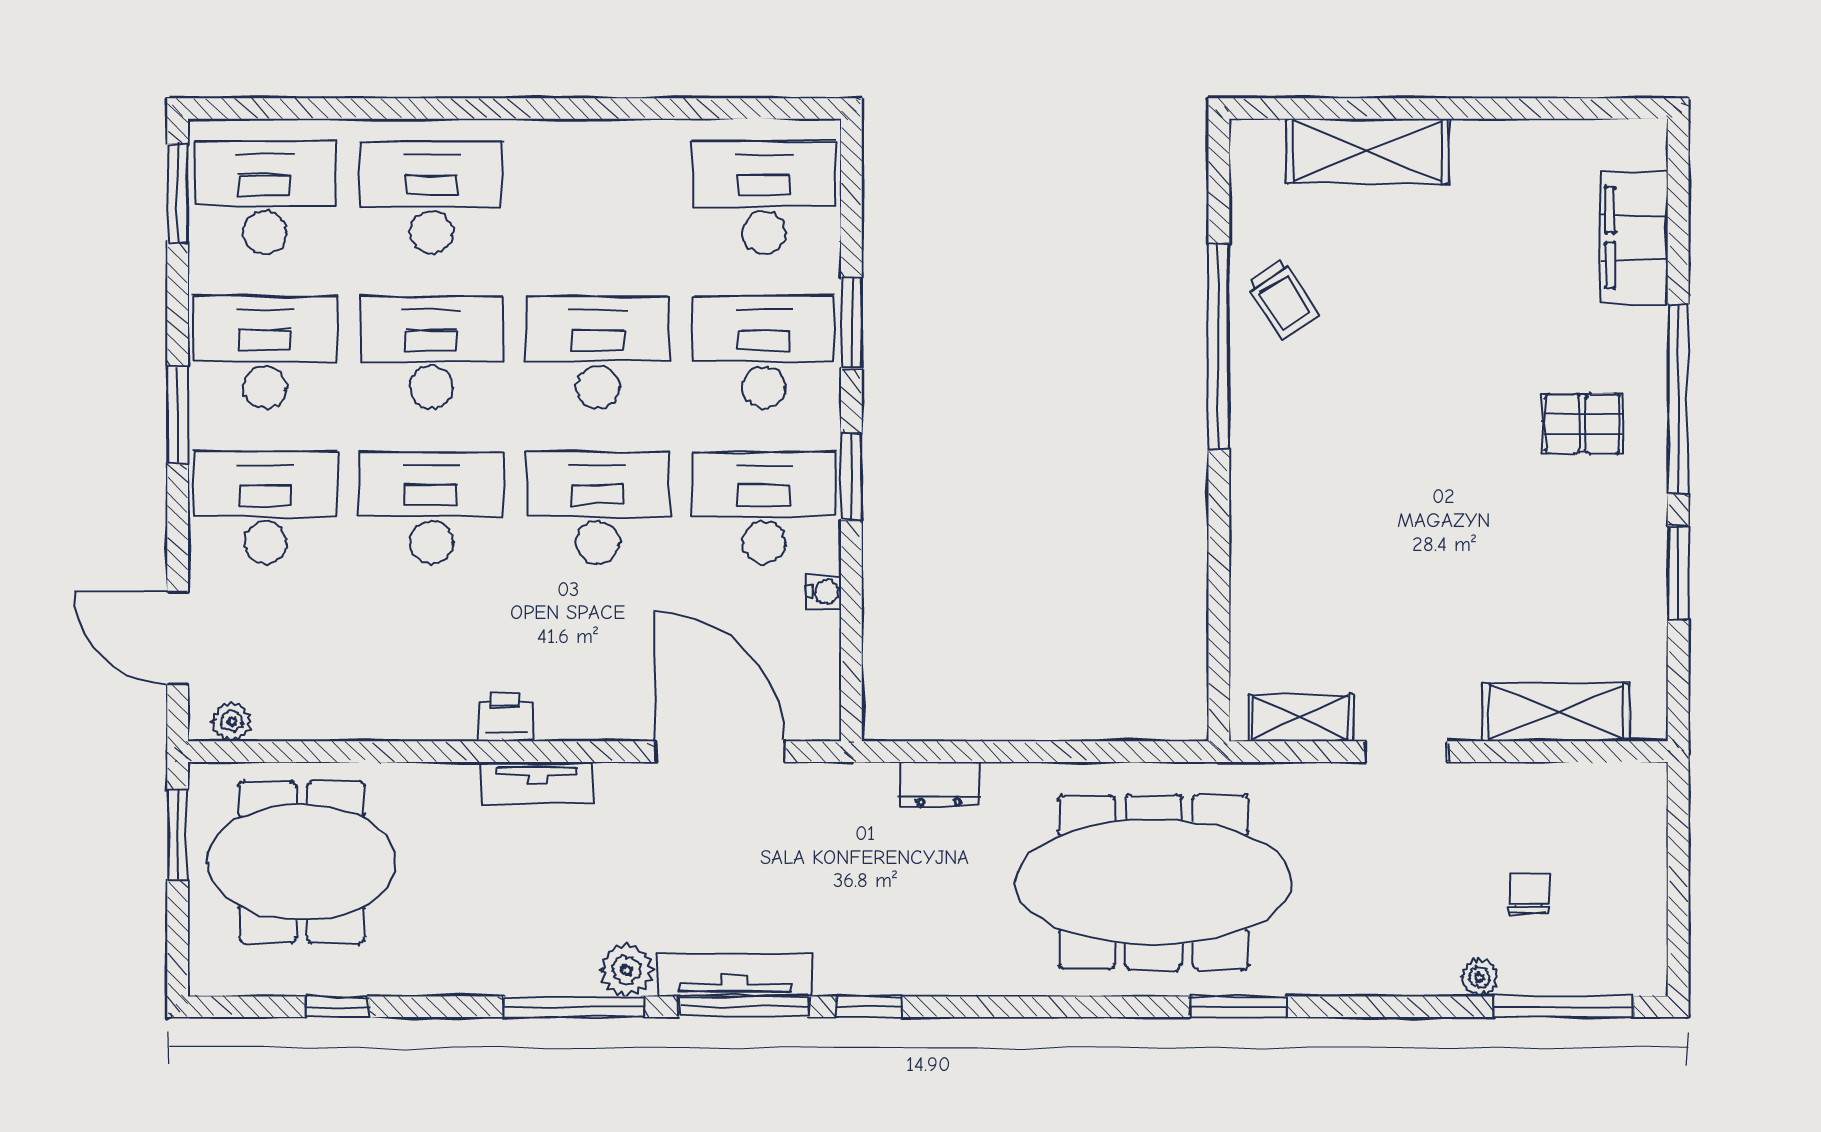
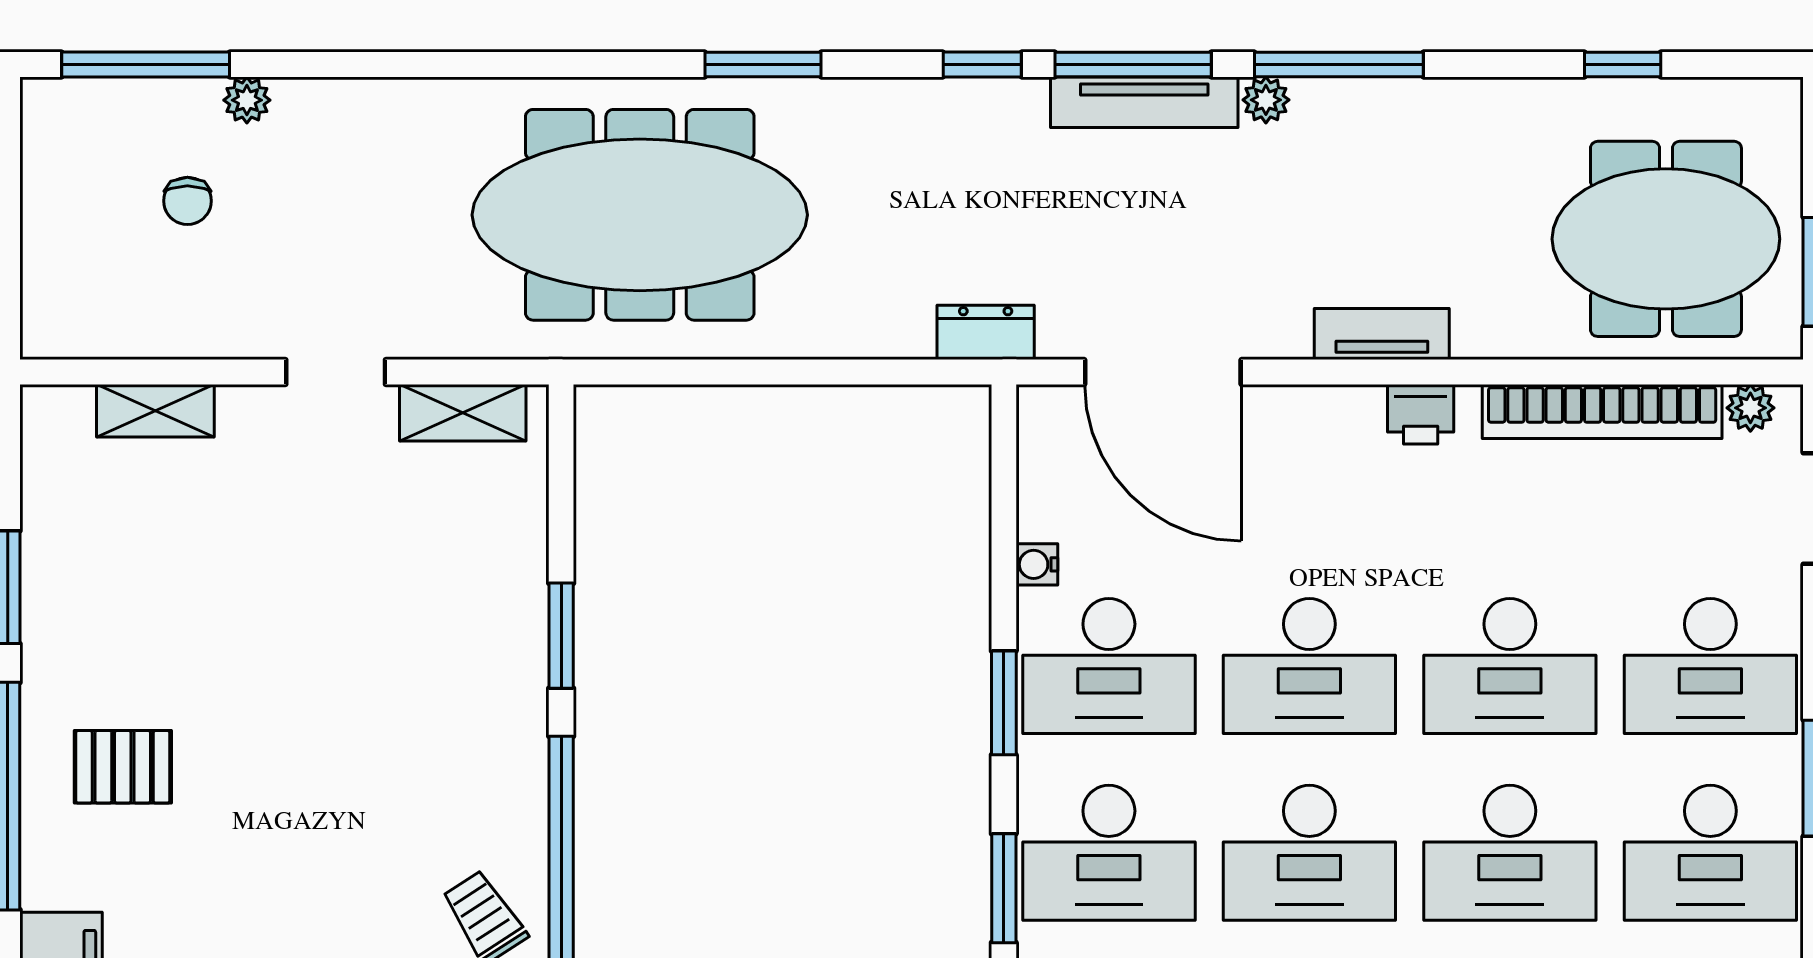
window: (1219, 533) -> (561, 636), added
shelving: (1556, 712) -> (155, 411), width x0.67, depth x0.75
bookcase: (355, 719) -> (1602, 411), added
dresser: (939, 784) -> (986, 332), moved
plant: (627, 970) -> (1266, 100), width x0.73, depth x0.73
window: (1238, 1007) -> (763, 65), moved

